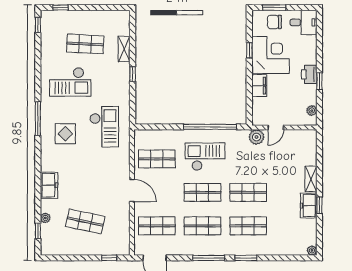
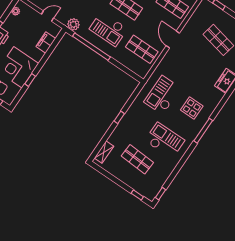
shelving: (124, 49) -> (104, 152), moved
filing cabinet: (259, 86) -> (46, 42), moved
plant: (256, 137) -> (73, 24), moved

